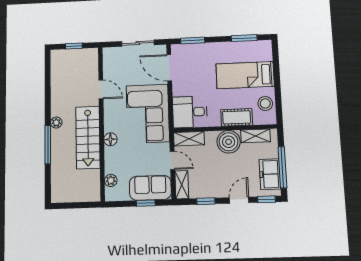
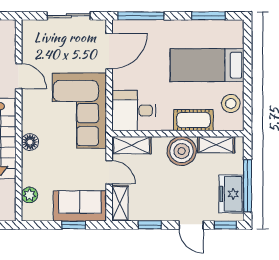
window: (193, 41) -> (141, 16), width x1.44
door: (169, 68) -> (109, 51), swing flipped
door: (239, 200) -> (191, 225), swing flipped

